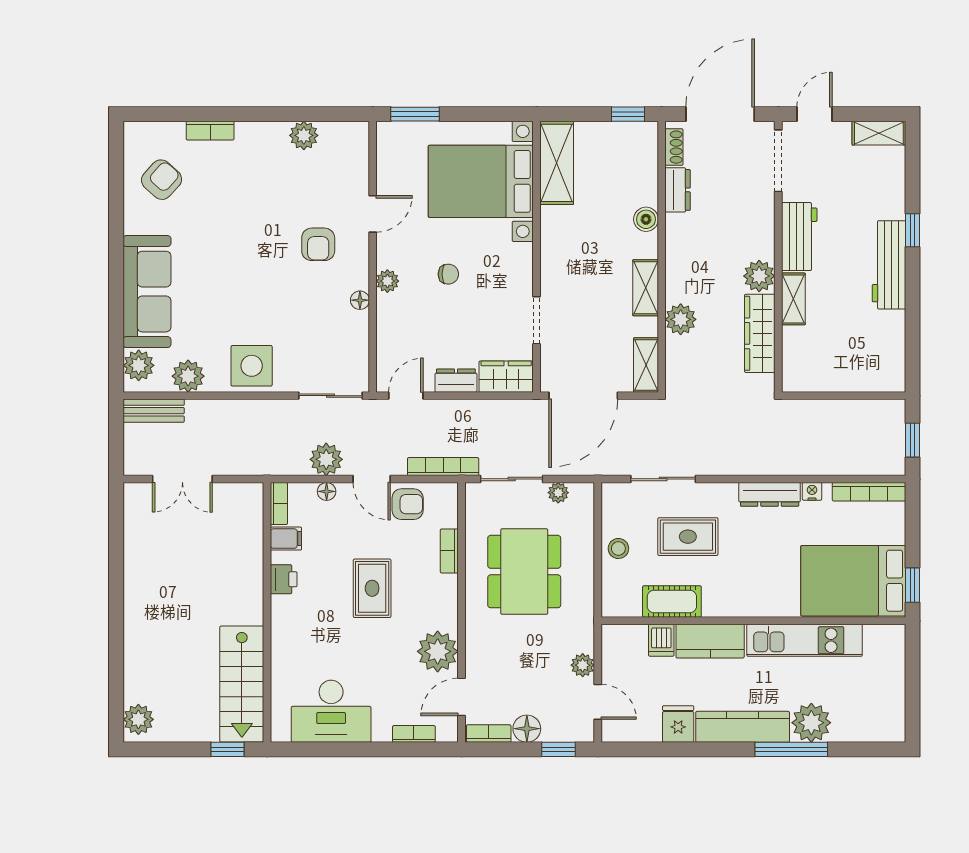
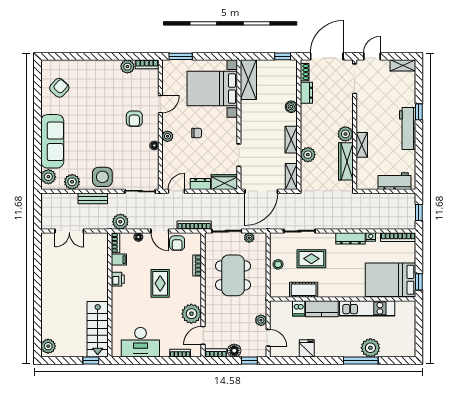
bookcase: (210, 131) -> (147, 64), moved
workbench: (799, 237) -> (394, 181), moved, turned -90
bench: (154, 411) -> (93, 198), moved
plant: (326, 459) -> (120, 222), moved
armchair: (408, 504) -> (177, 243), turned 90
kitchen counter: (743, 727) -> (338, 350), removed

